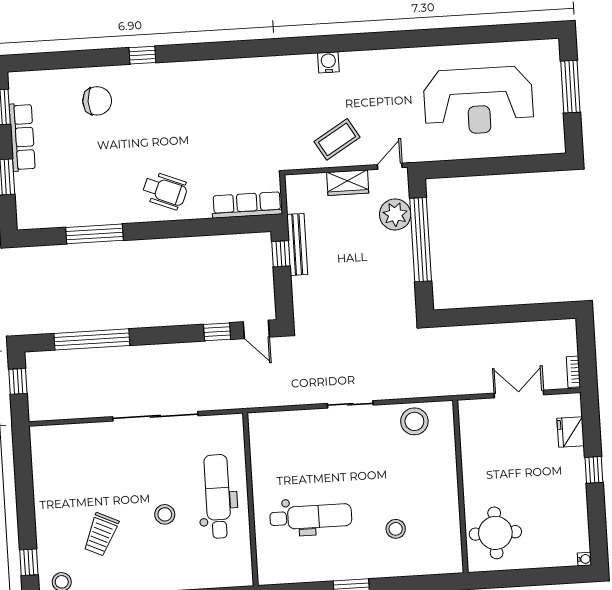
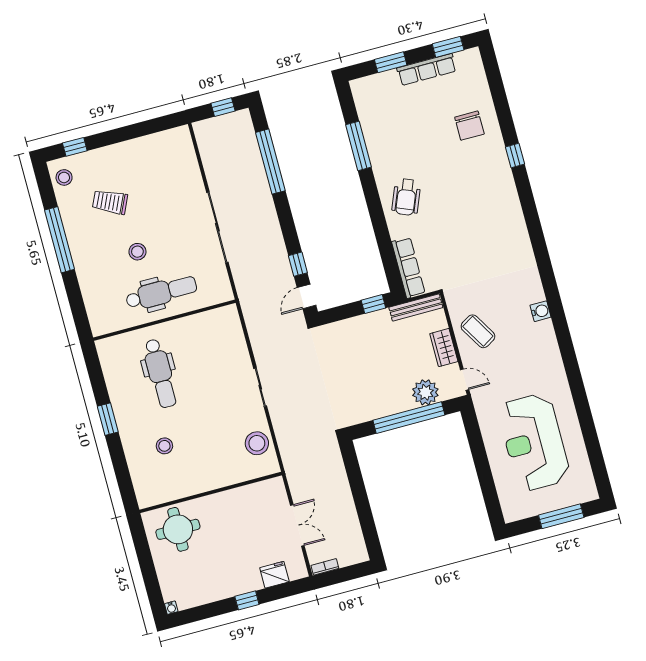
bench: (297, 244) -> (416, 307), moved

